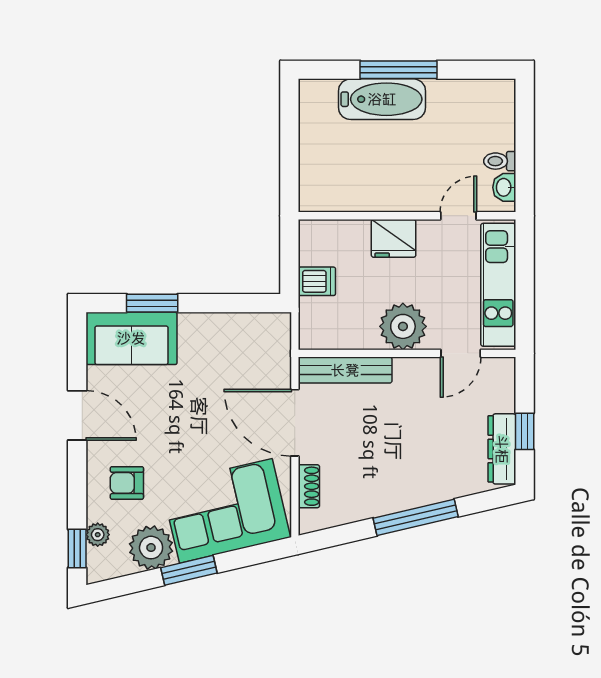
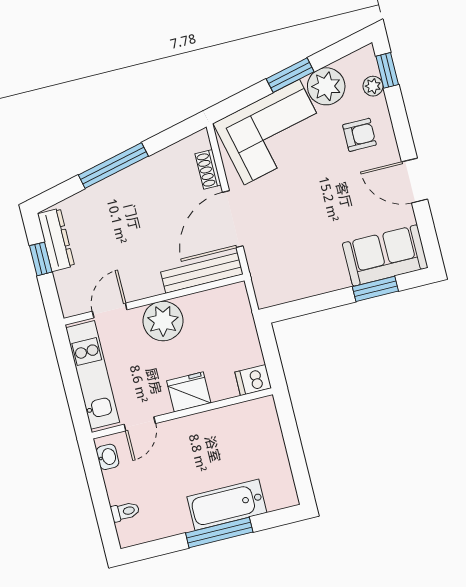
toilet: (500, 161) -> (125, 512), moved
dishwasher: (317, 281) -> (253, 380), moved
door: (295, 423) -> (233, 219), swing flipped

